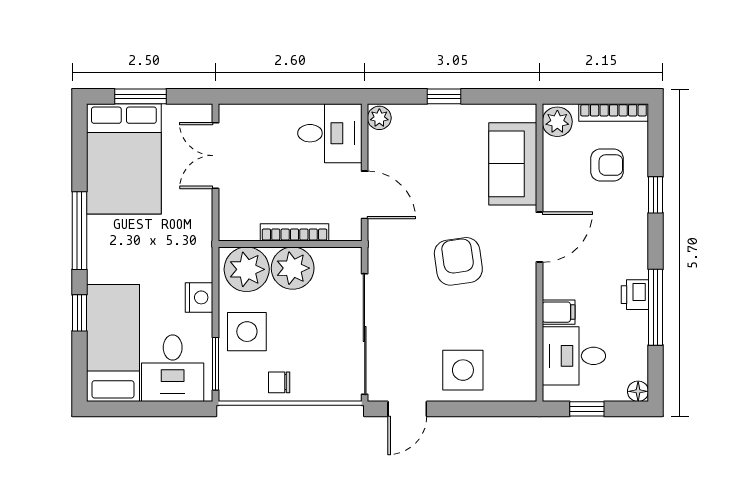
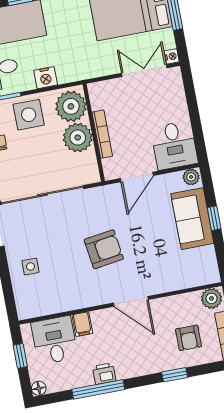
nightstand: (203, 113) -> (172, 56), added
sofa: (513, 164) -> (192, 219), moved, turned -90
side table: (463, 370) -> (30, 267), width x0.54, depth x0.54

